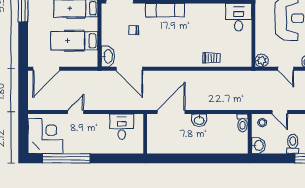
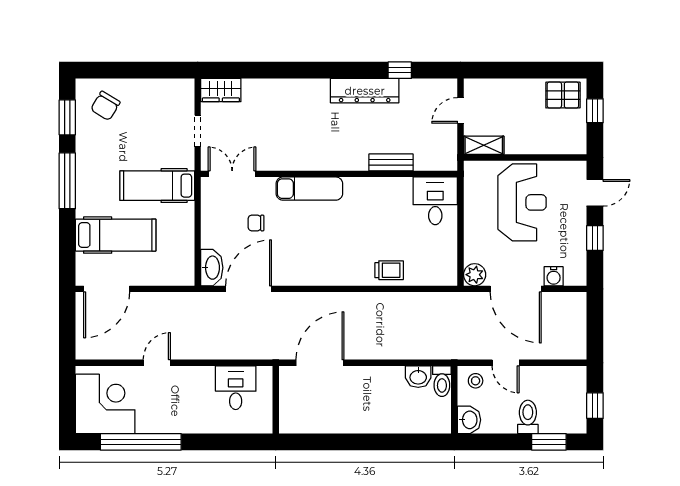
hospital bed: (74, 41) -> (116, 235), moved, turned 180
door: (129, 69) -> (248, 289), swing flipped
door: (286, 69) -> (516, 289), width x1.88
washbasin: (199, 120) -> (418, 377), moved

